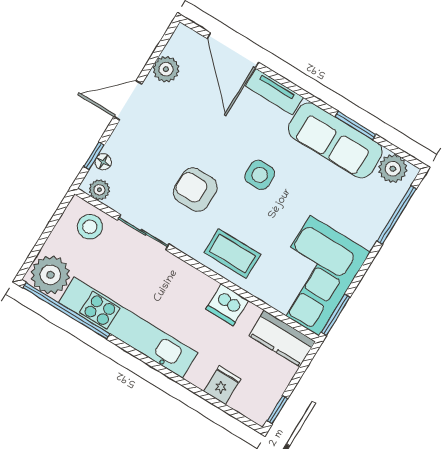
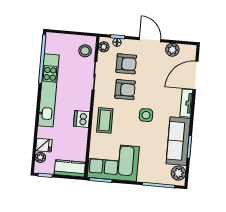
armchair: (150, 164) -> (126, 64), added
armchair: (195, 190) -> (125, 90), turned 90
plant: (50, 275) -> (40, 157), moved, width x0.53, depth x0.53
dishwasher: (227, 305) -> (82, 119), moved
kitchen counter: (282, 339) -> (70, 168), moved, turned 90

